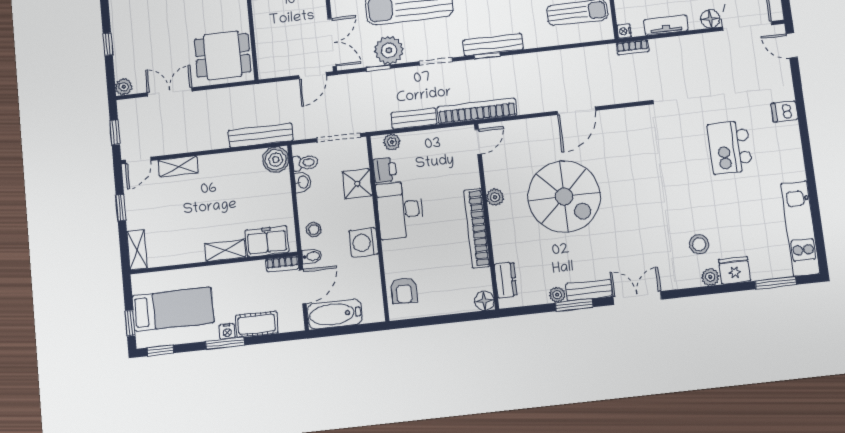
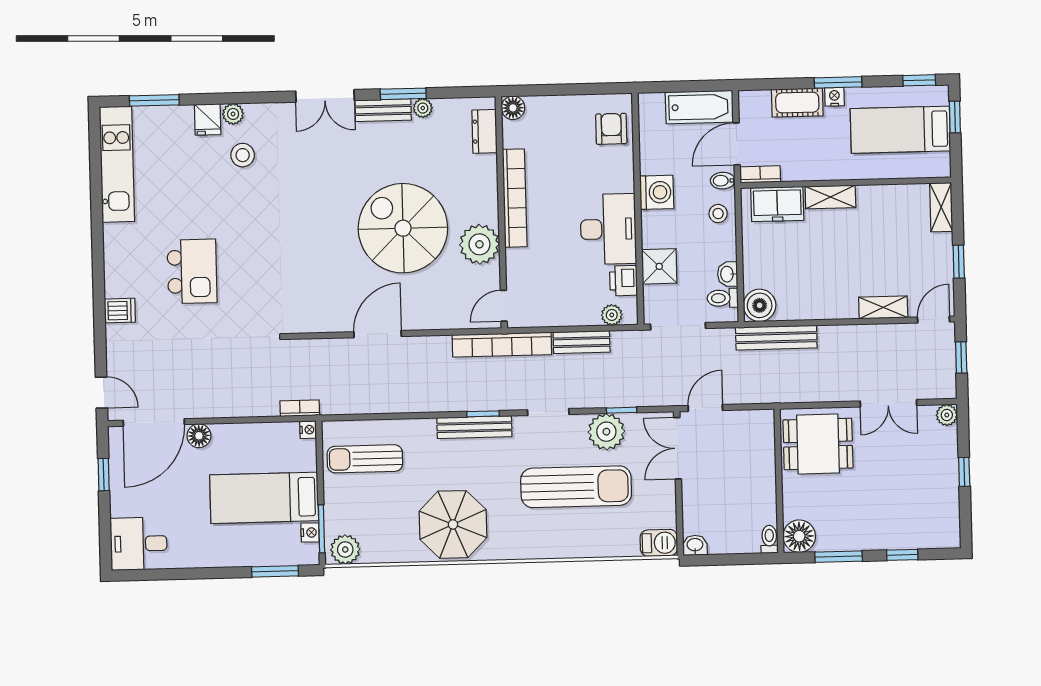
tv unit: (666, 25) -> (255, 433), removed
plant: (495, 197) -> (479, 244), width x1.88, depth x1.88
fridge: (735, 270) -> (208, 119), width x0.72

